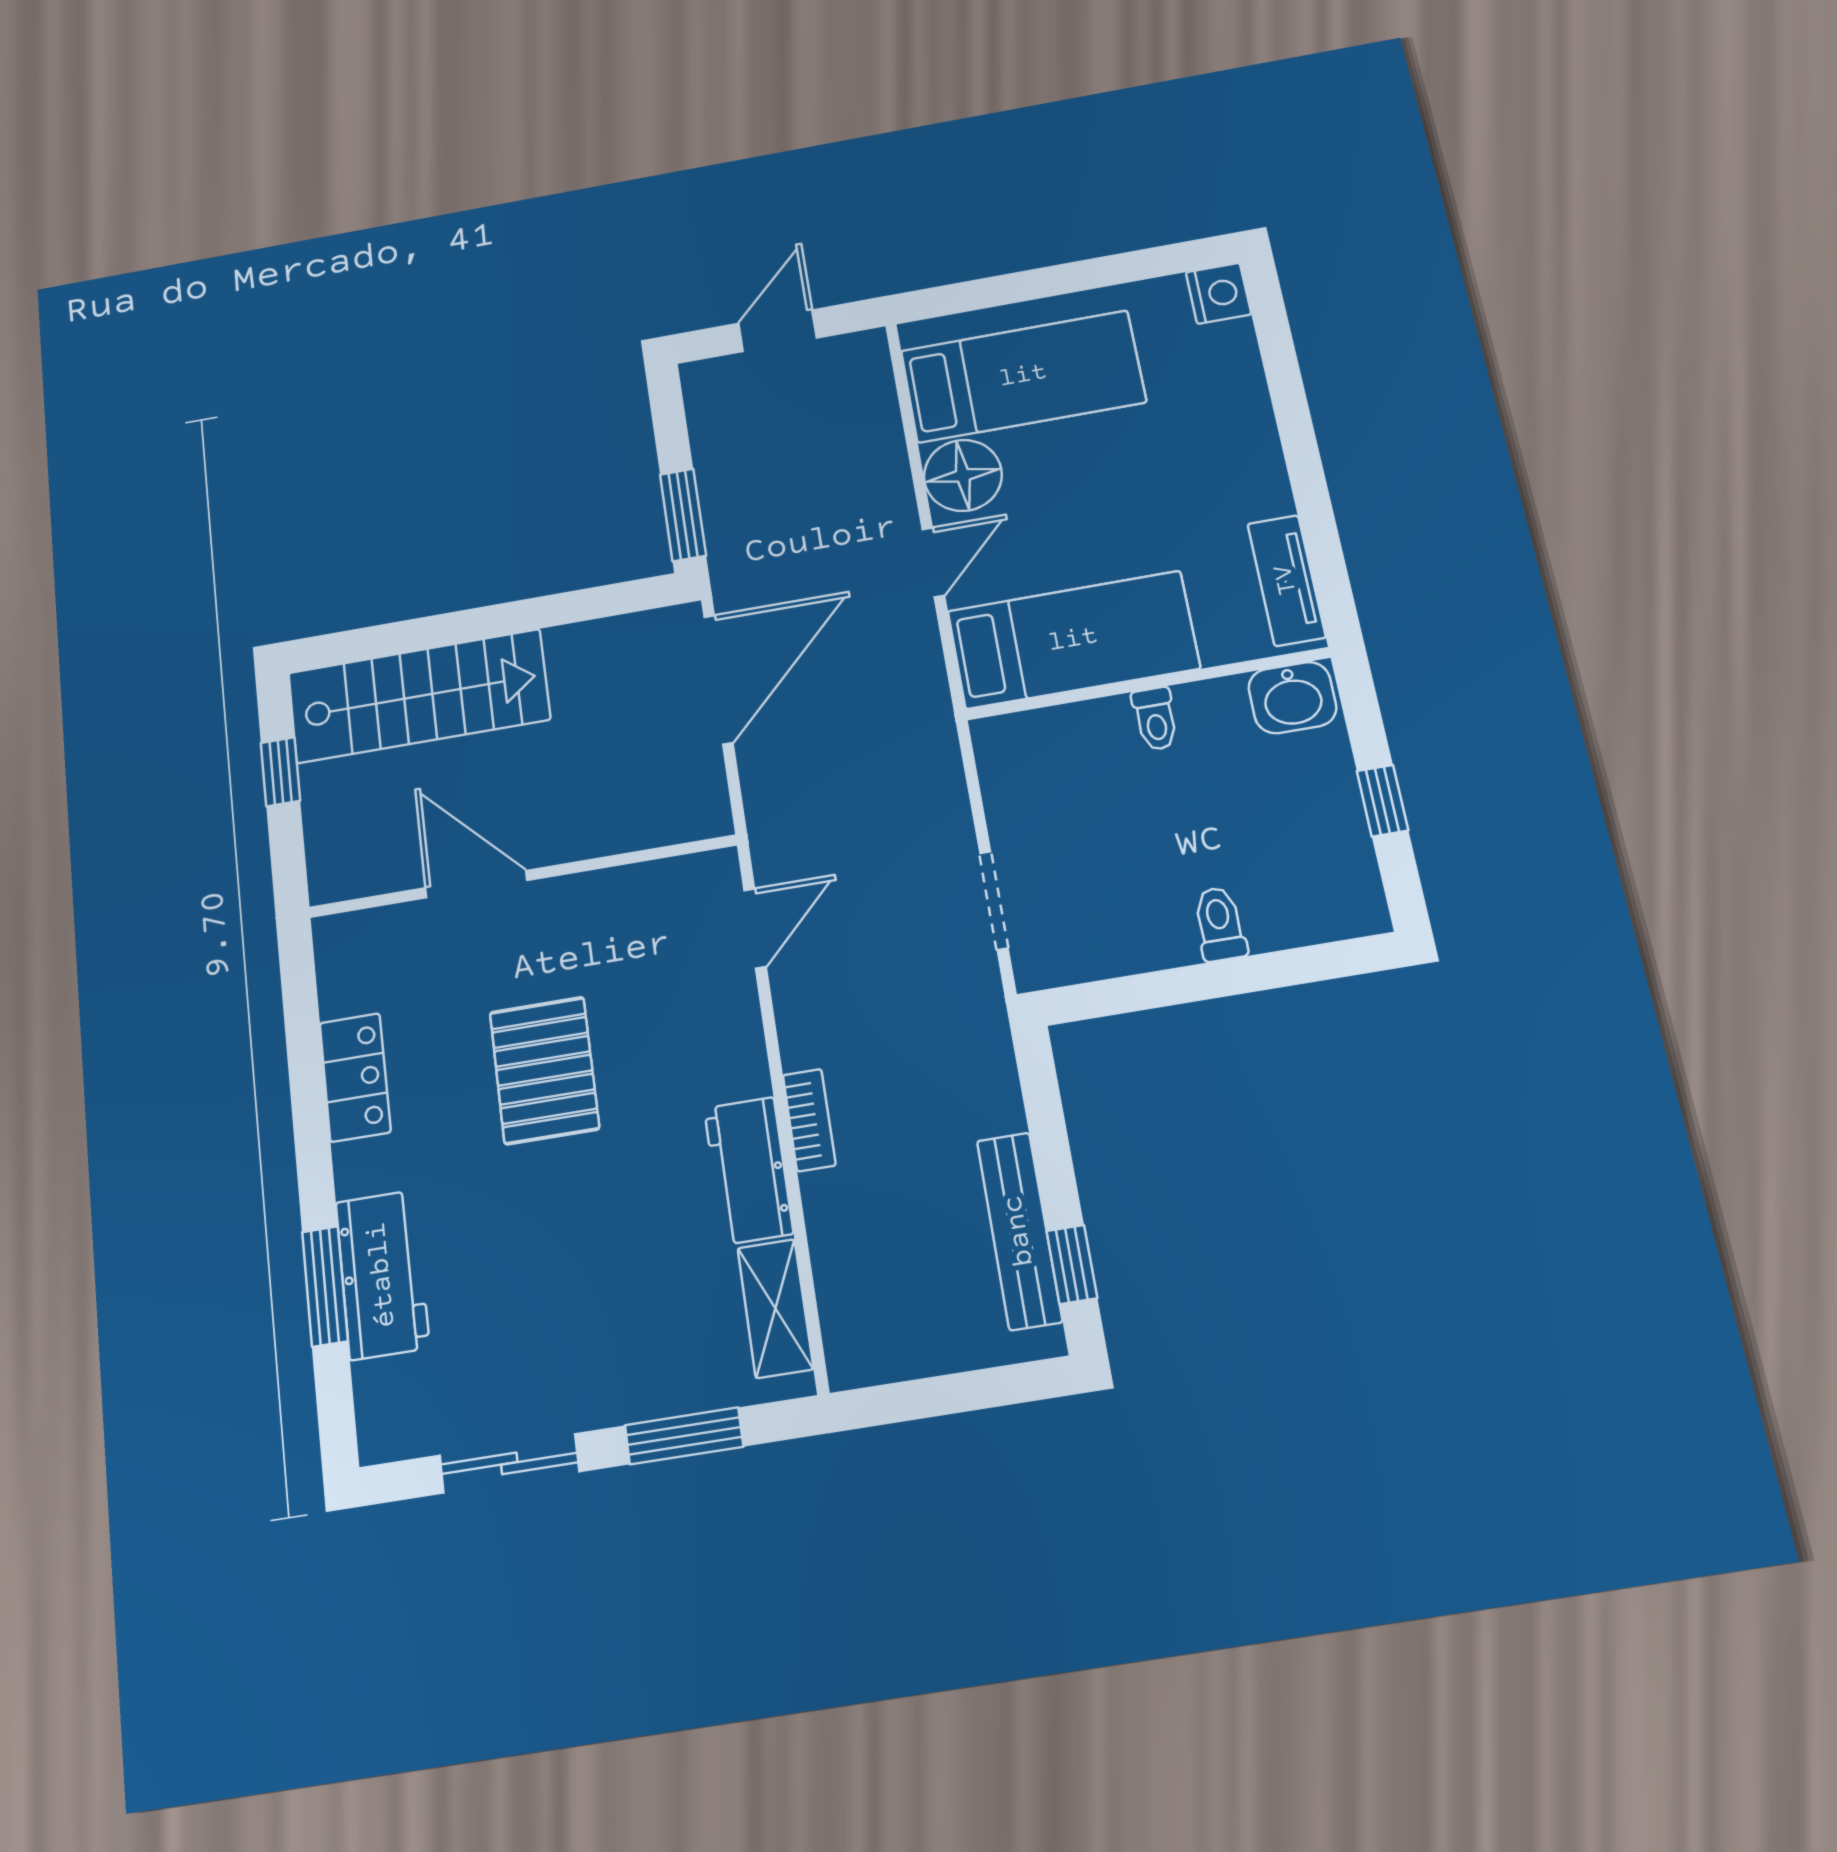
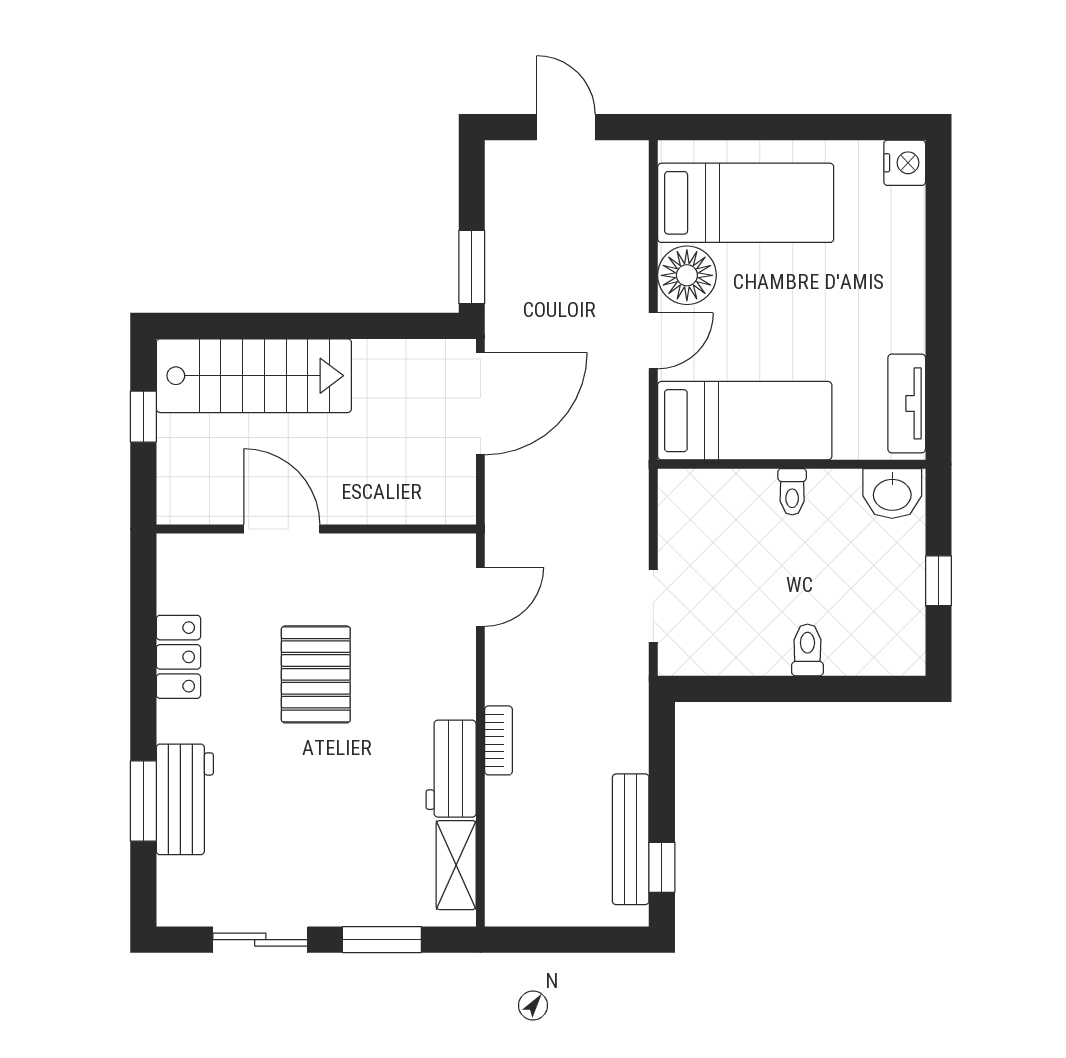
door: (778, 331) -> (566, 127), hinge flipped

